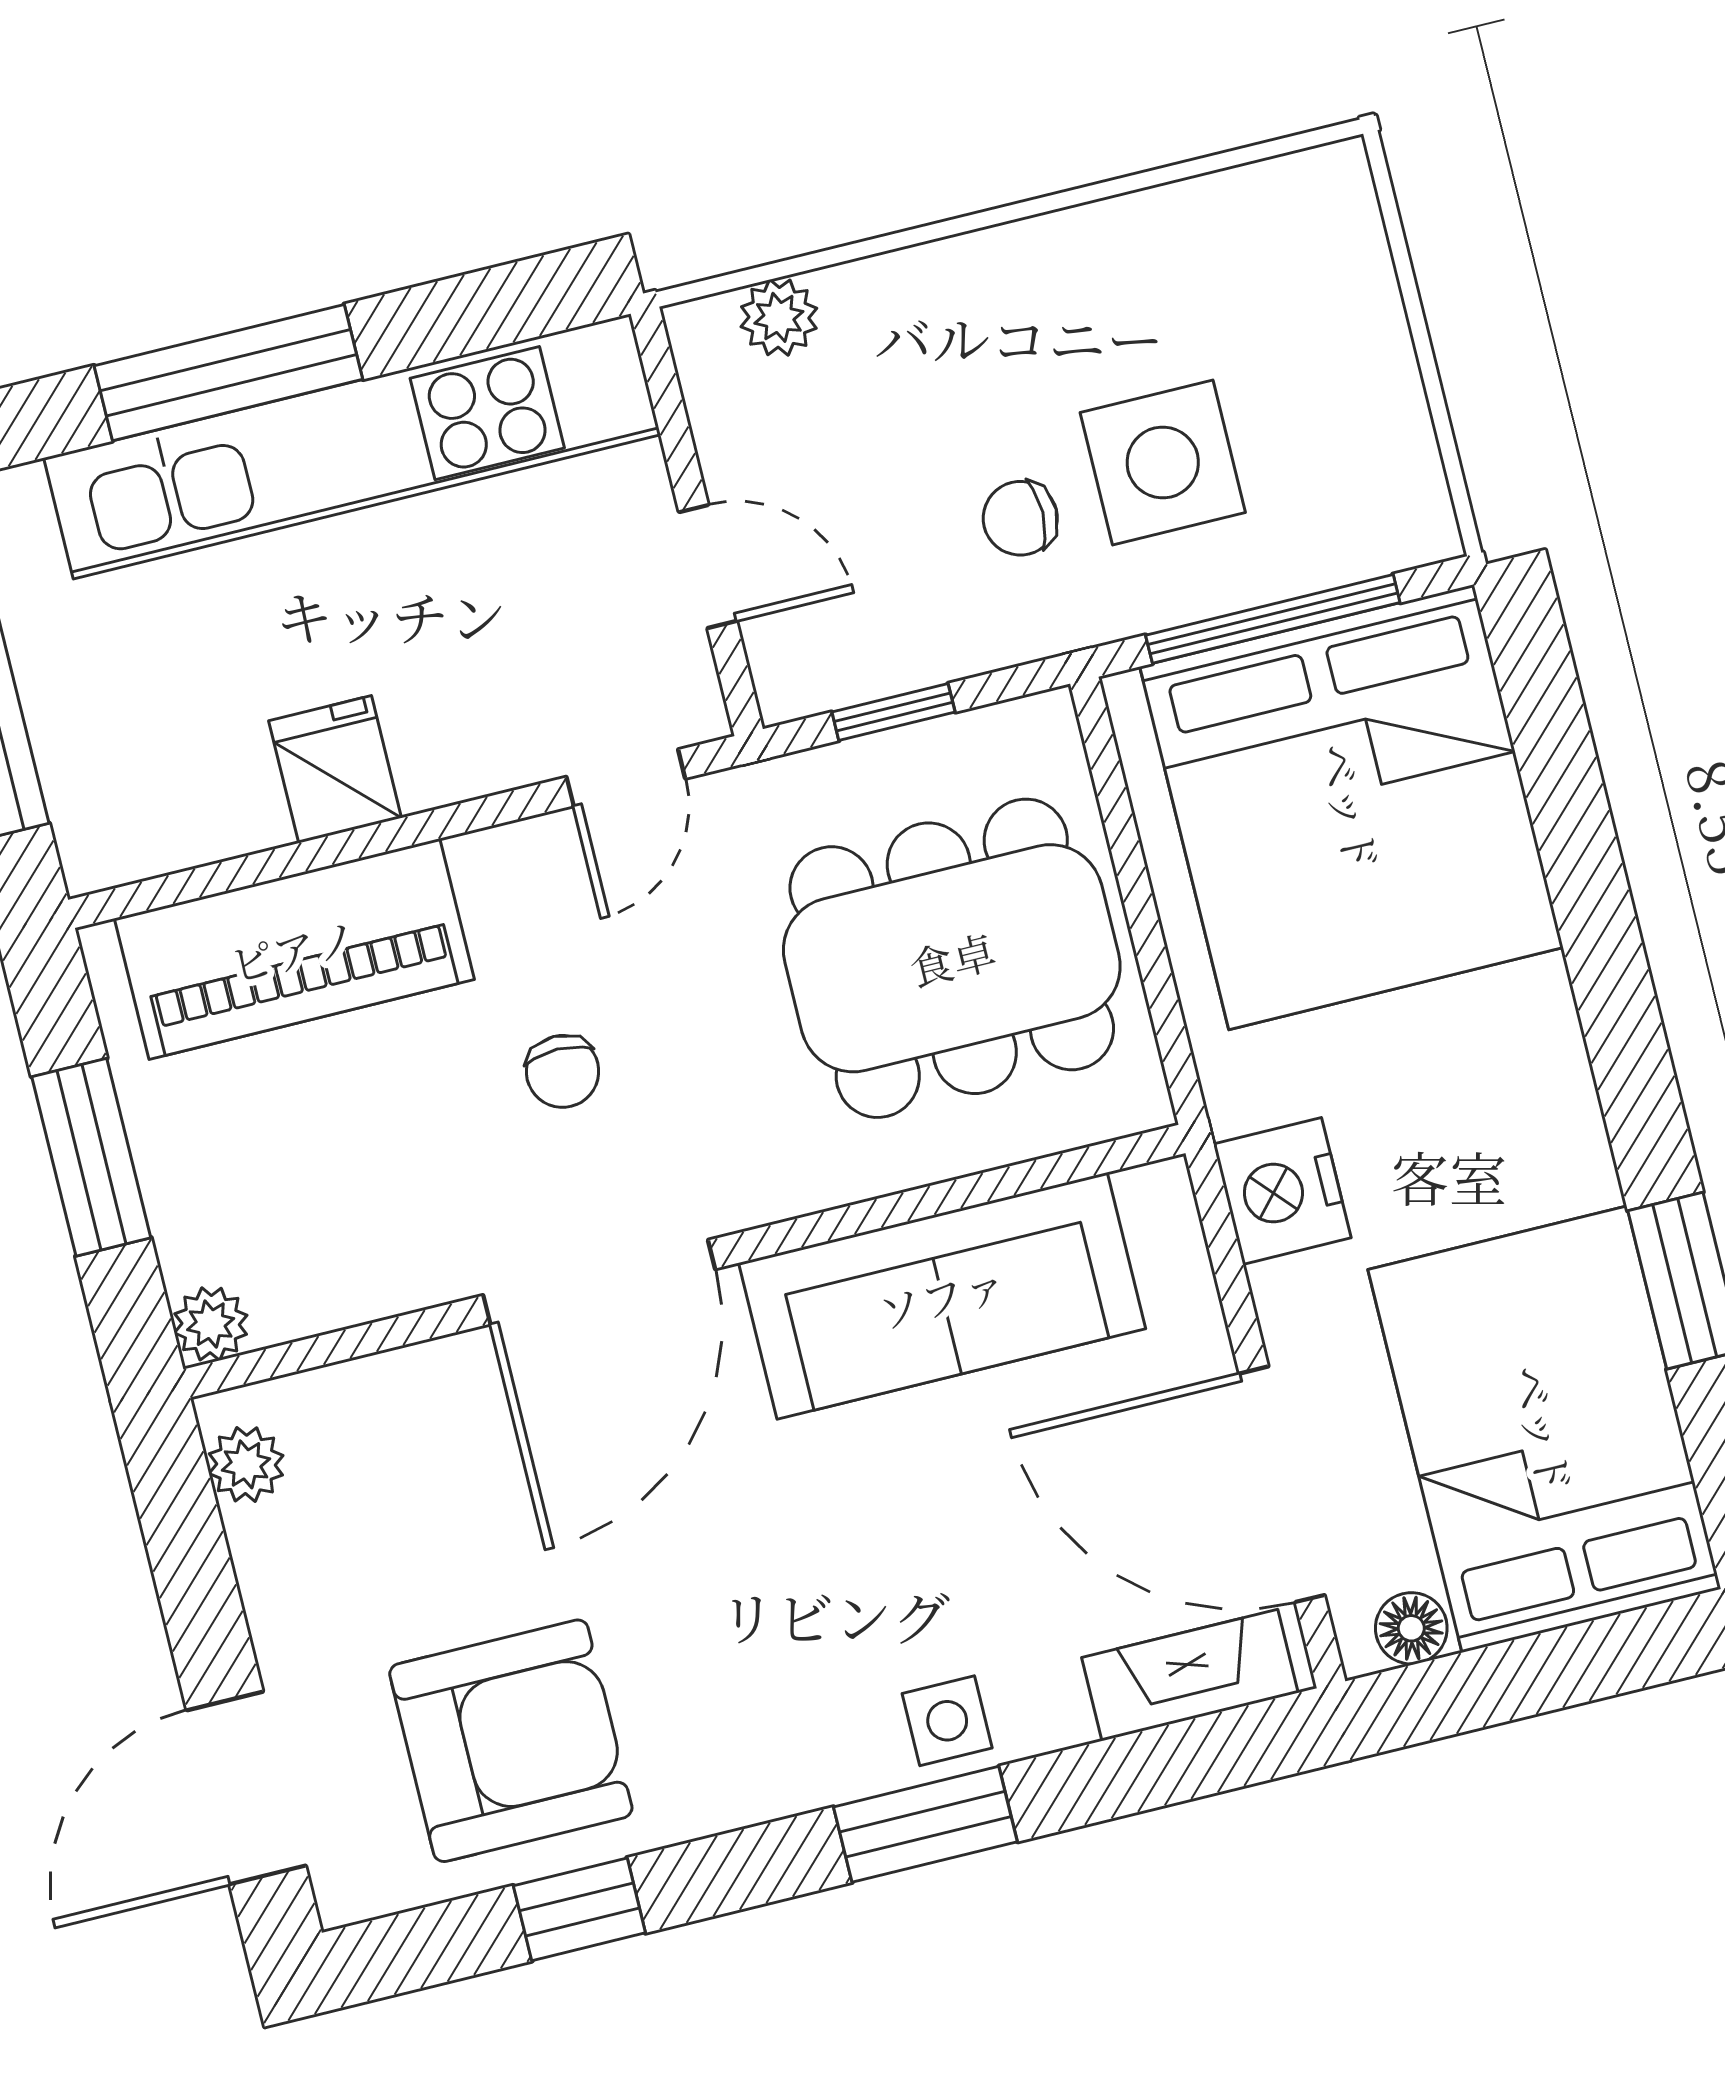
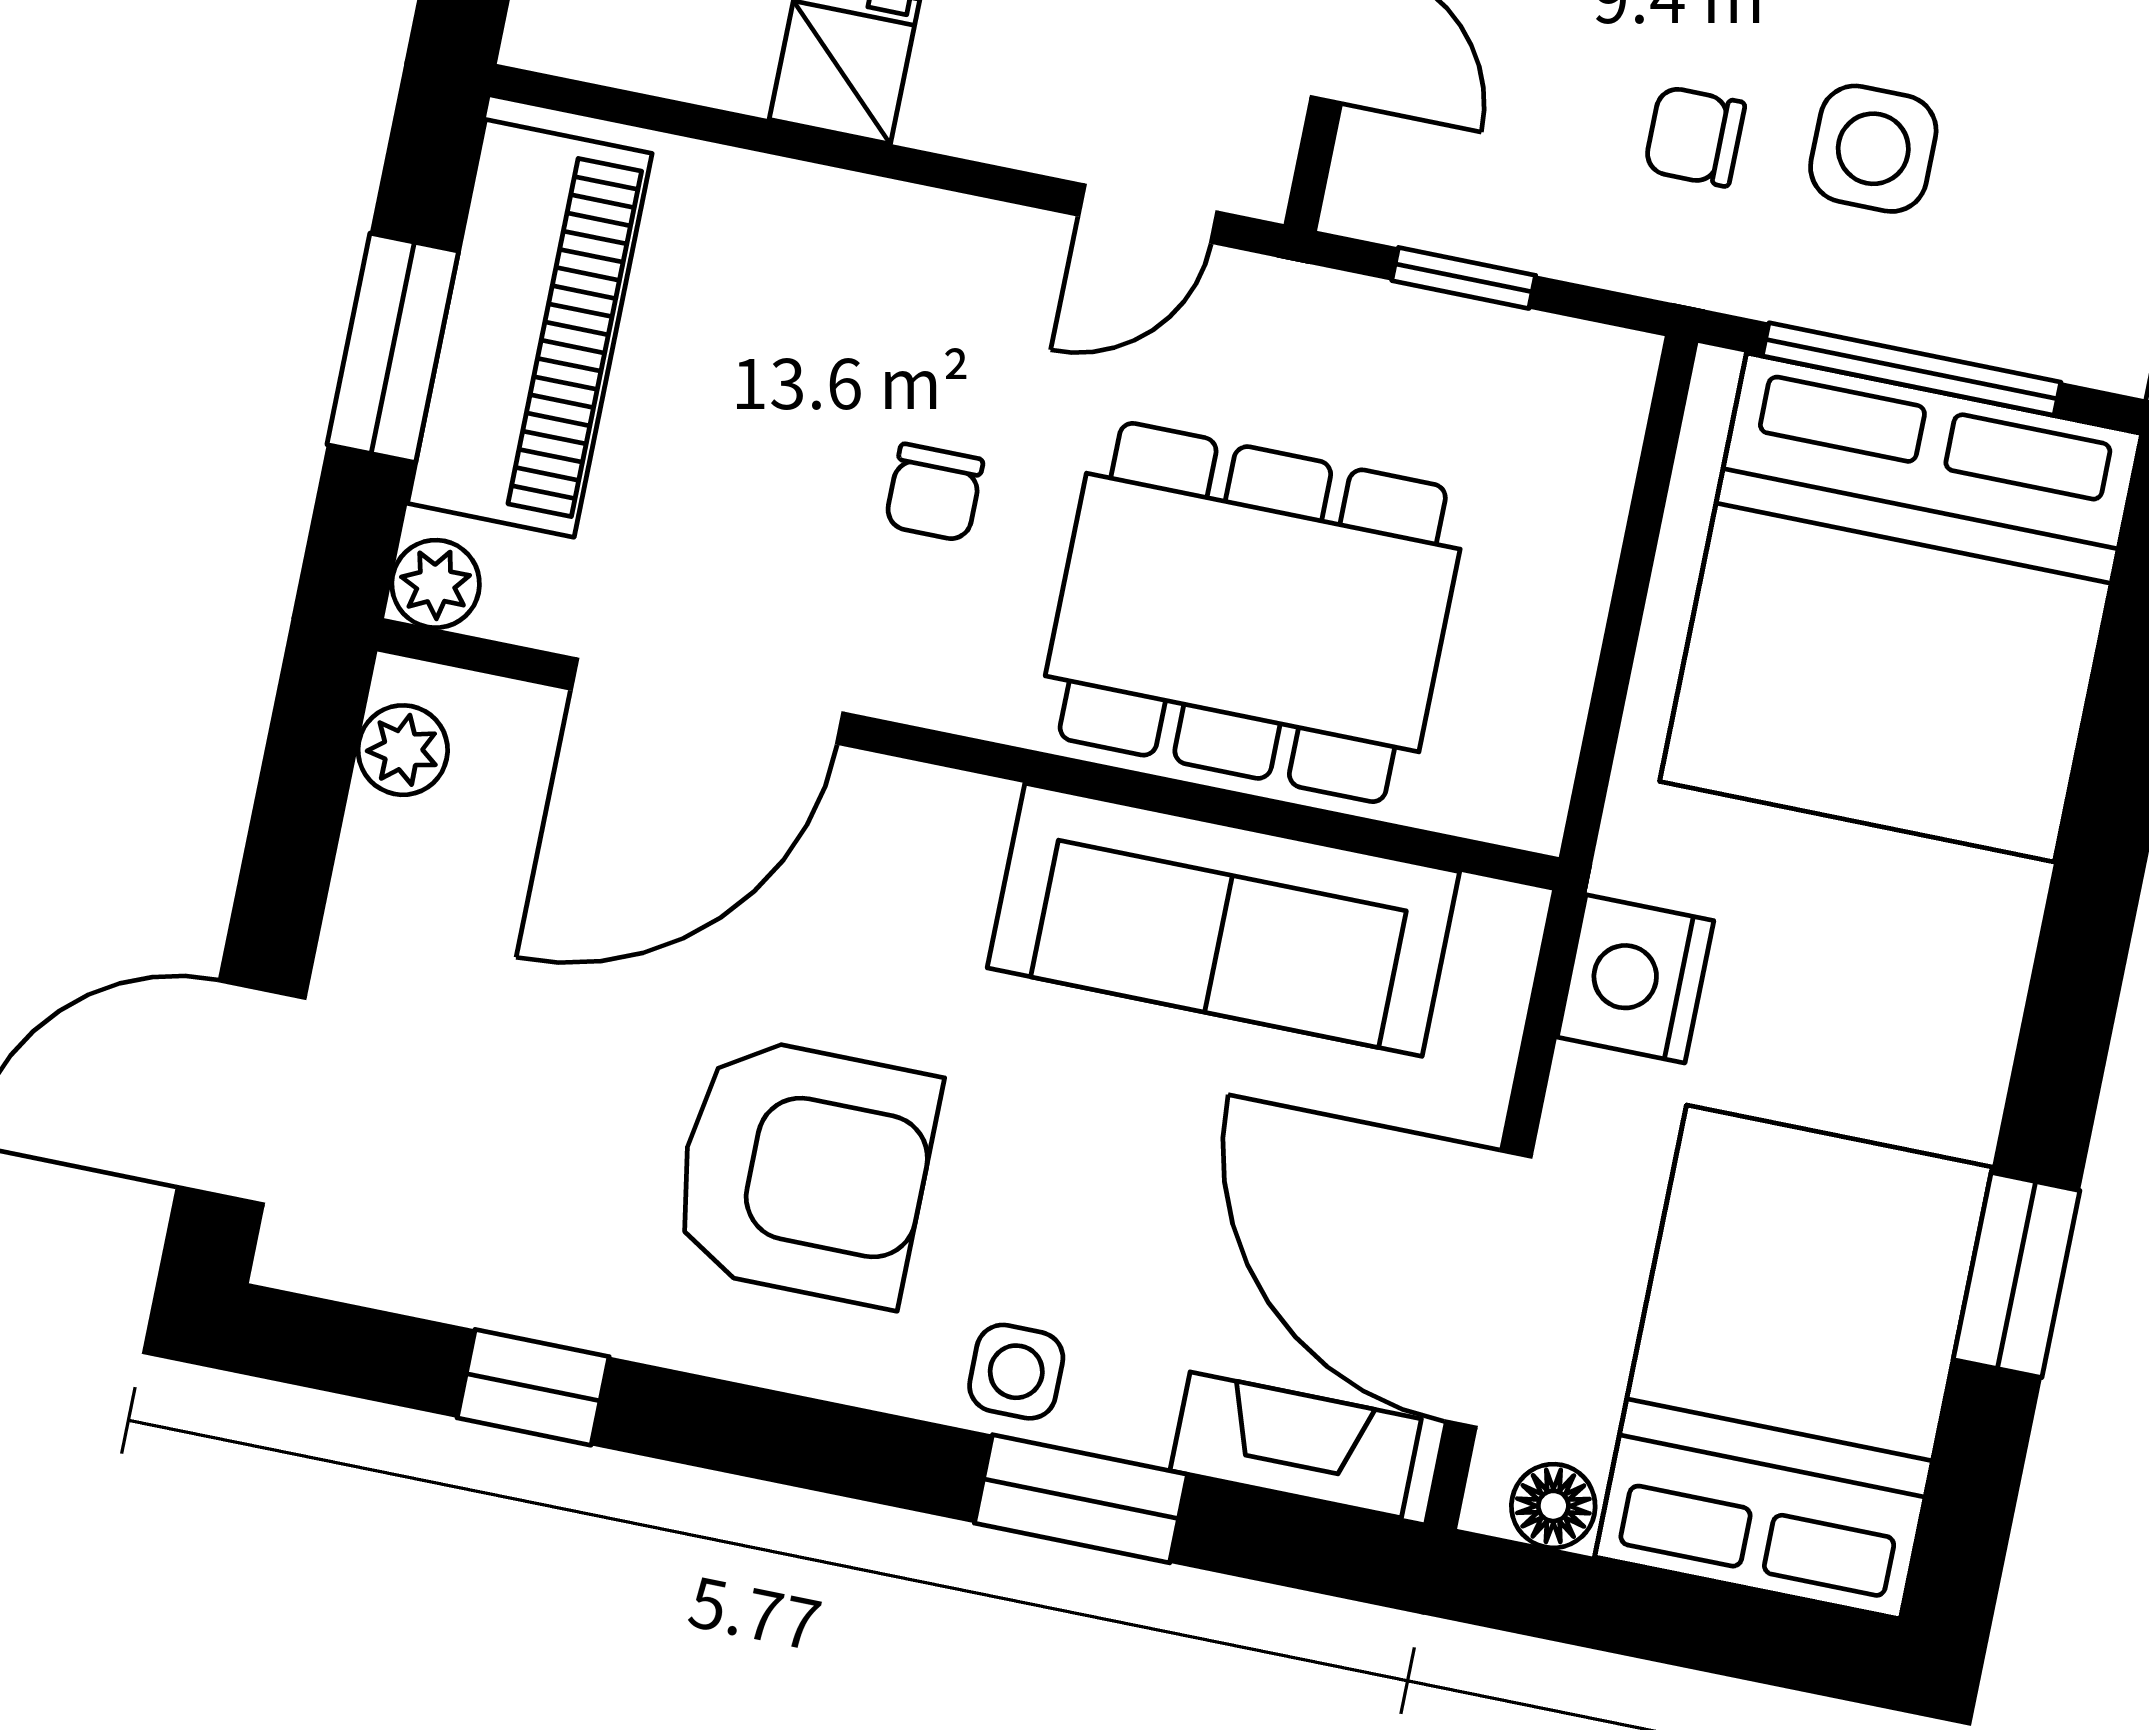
side table: (1163, 463) -> (1873, 149), width x0.73, depth x0.73
piano: (294, 949) -> (530, 328), moved, turned -90
dining table: (952, 958) -> (1253, 612), moved
door: (599, 1282) -> (707, 701), moved
armchair: (511, 1741) -> (804, 1171), moved
window: (925, 1824) -> (1081, 1499), moved

